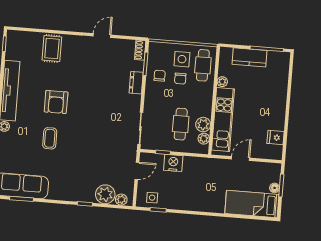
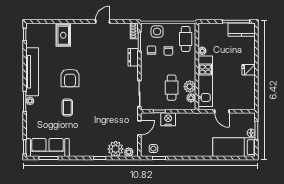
kitchen counter: (249, 57) -> (242, 30), moved
side table: (182, 59) -> (157, 32), moved
fridge: (275, 137) -> (249, 70), moved
door: (241, 159) -> (222, 111), swing flipped

